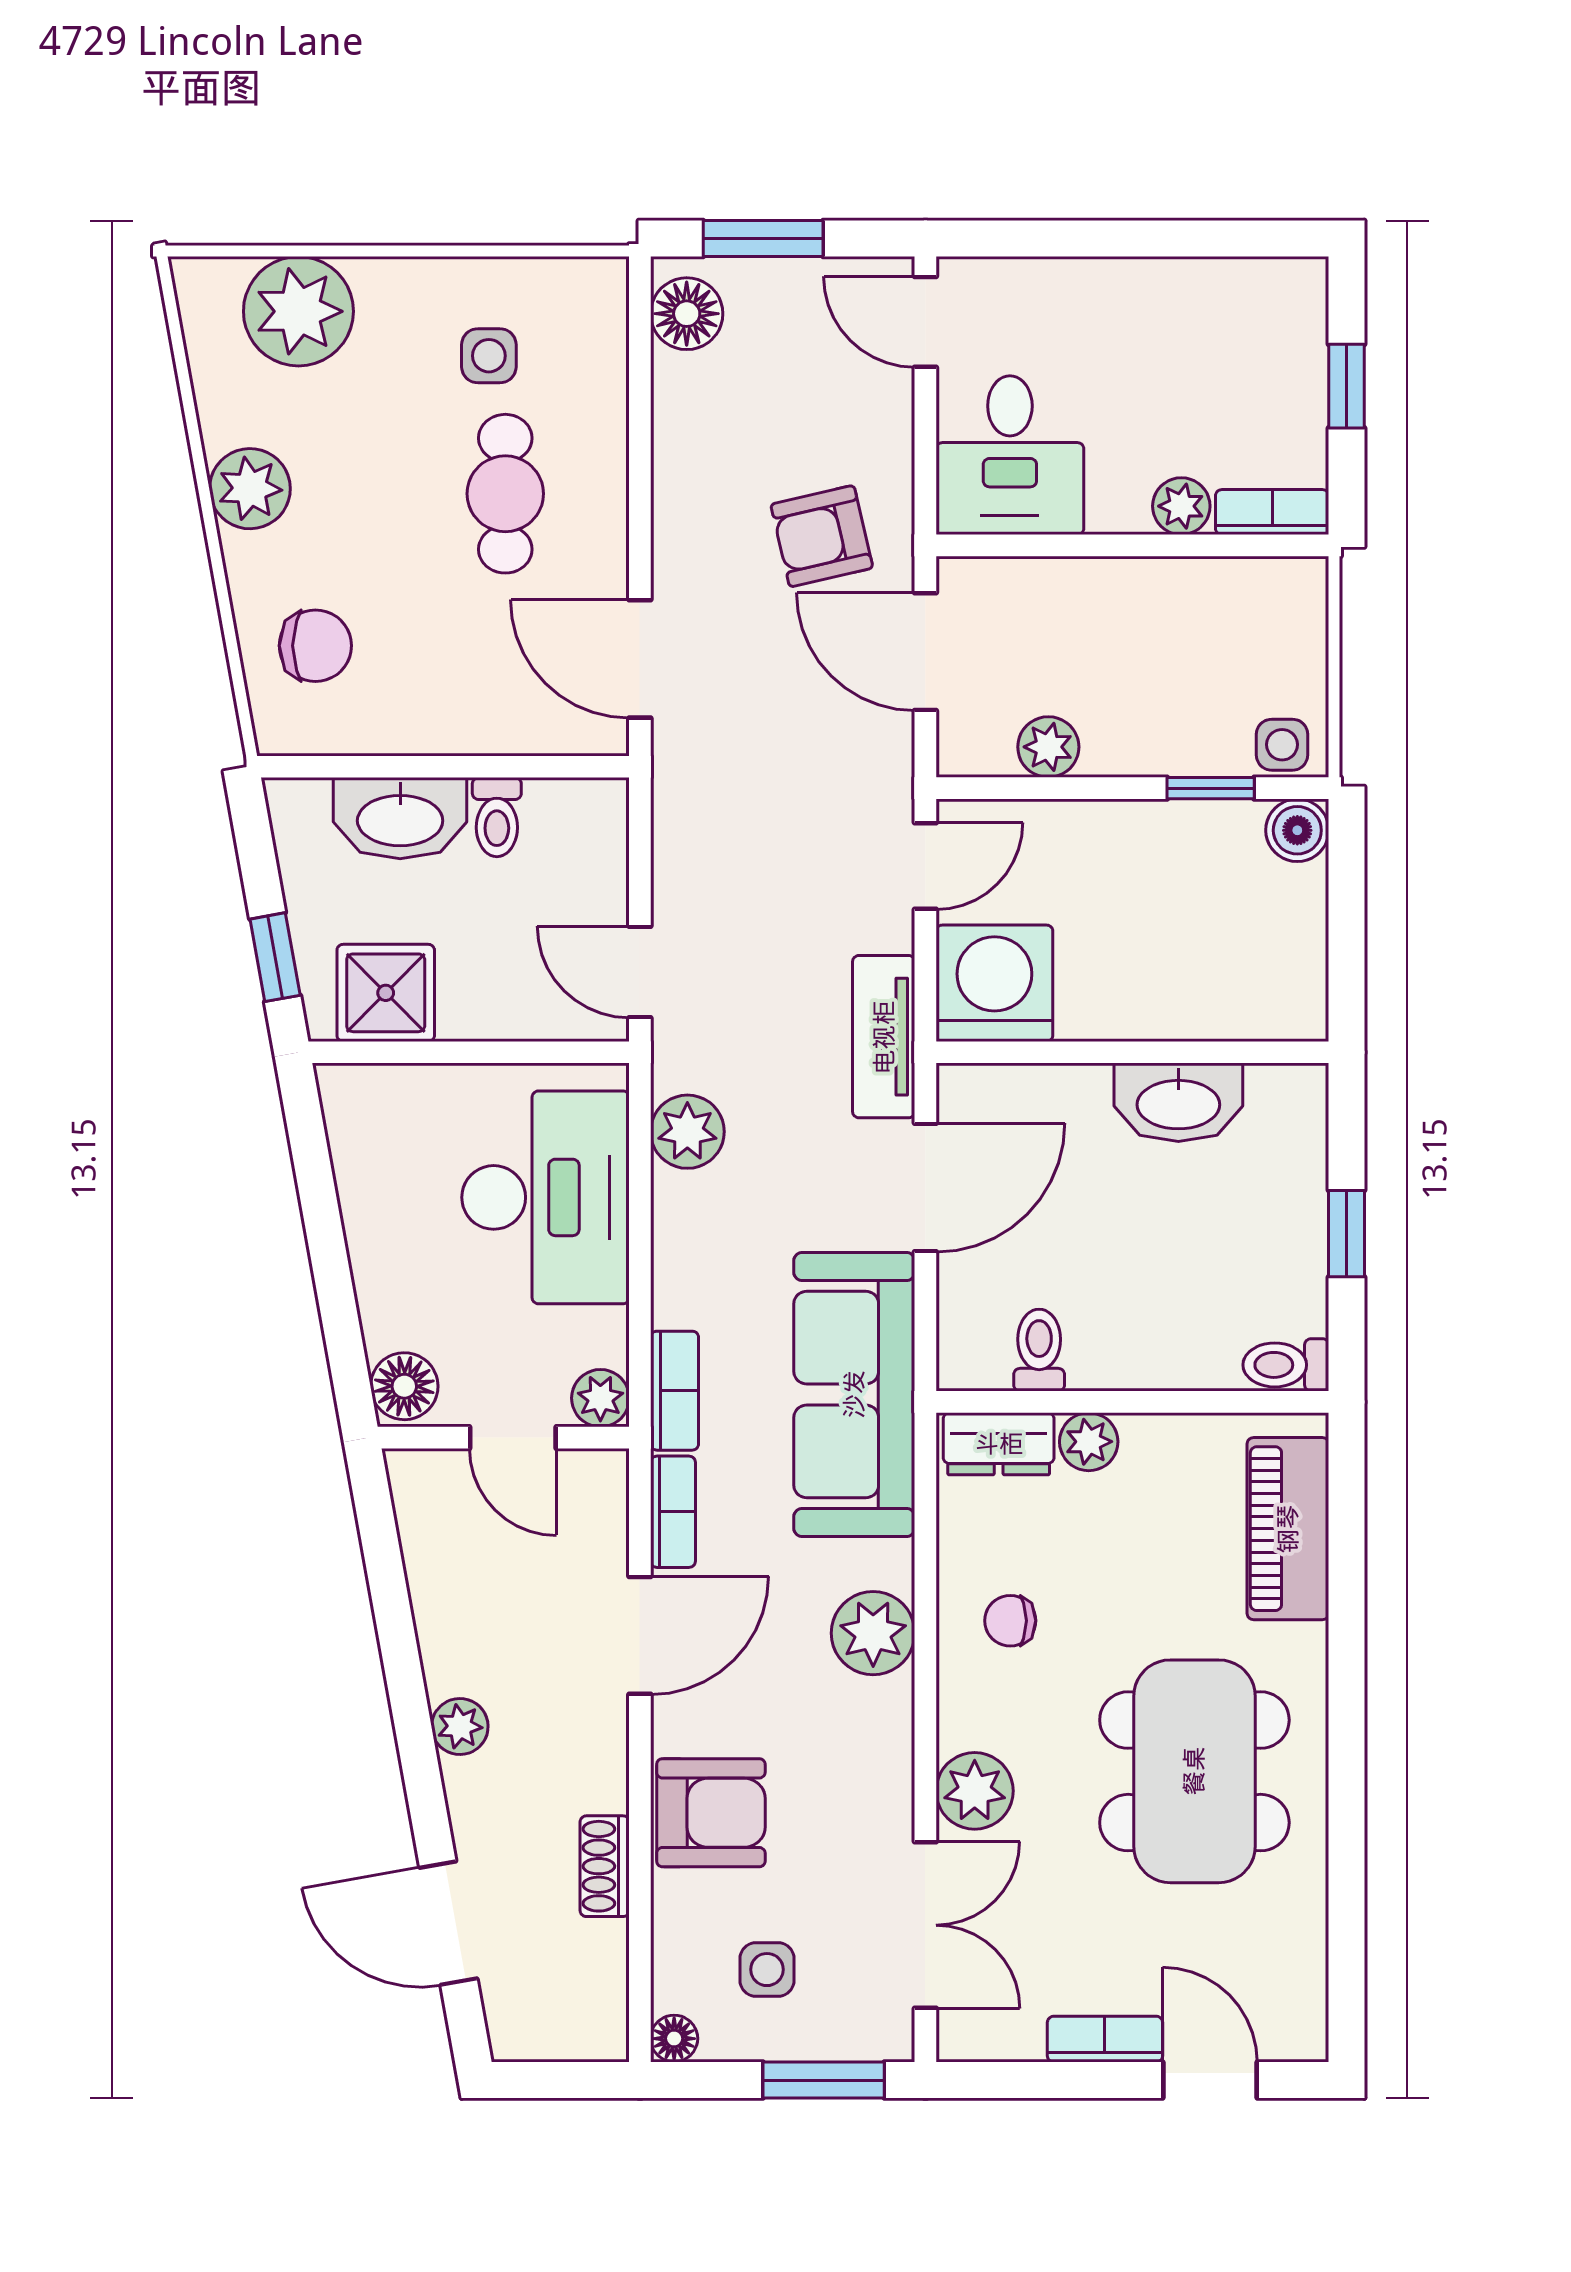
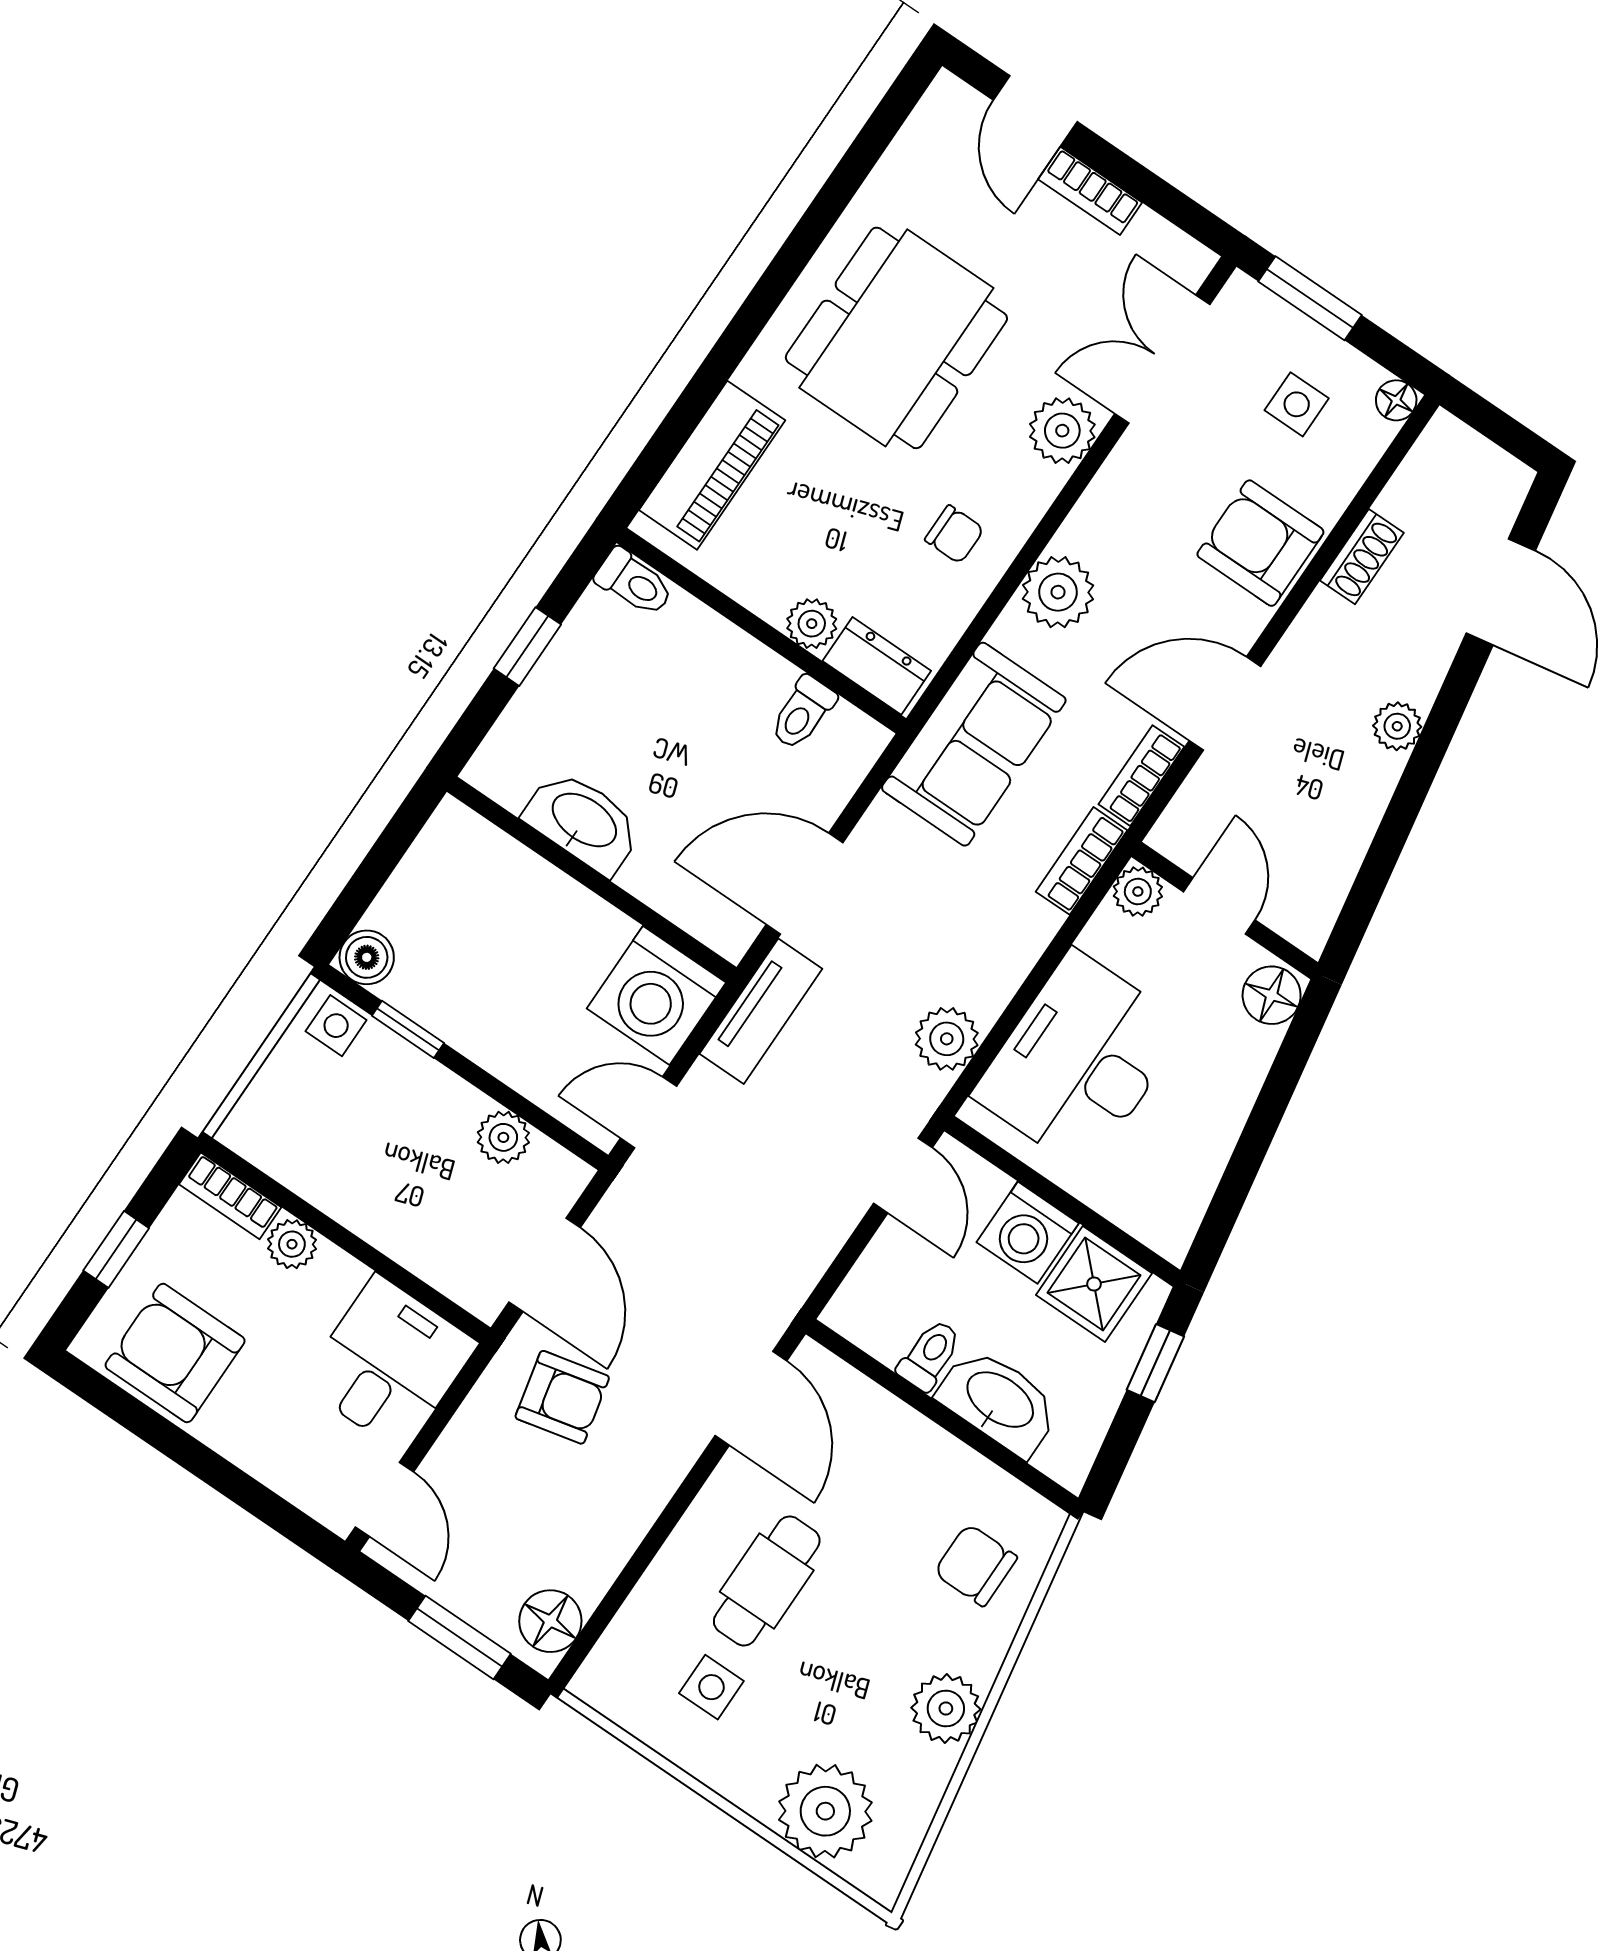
armchair: (1222, 325) -> (175, 1353), added
washing machine: (483, 999) -> (1028, 1233), added
sofa: (854, 1394) -> (974, 744), width x0.73

